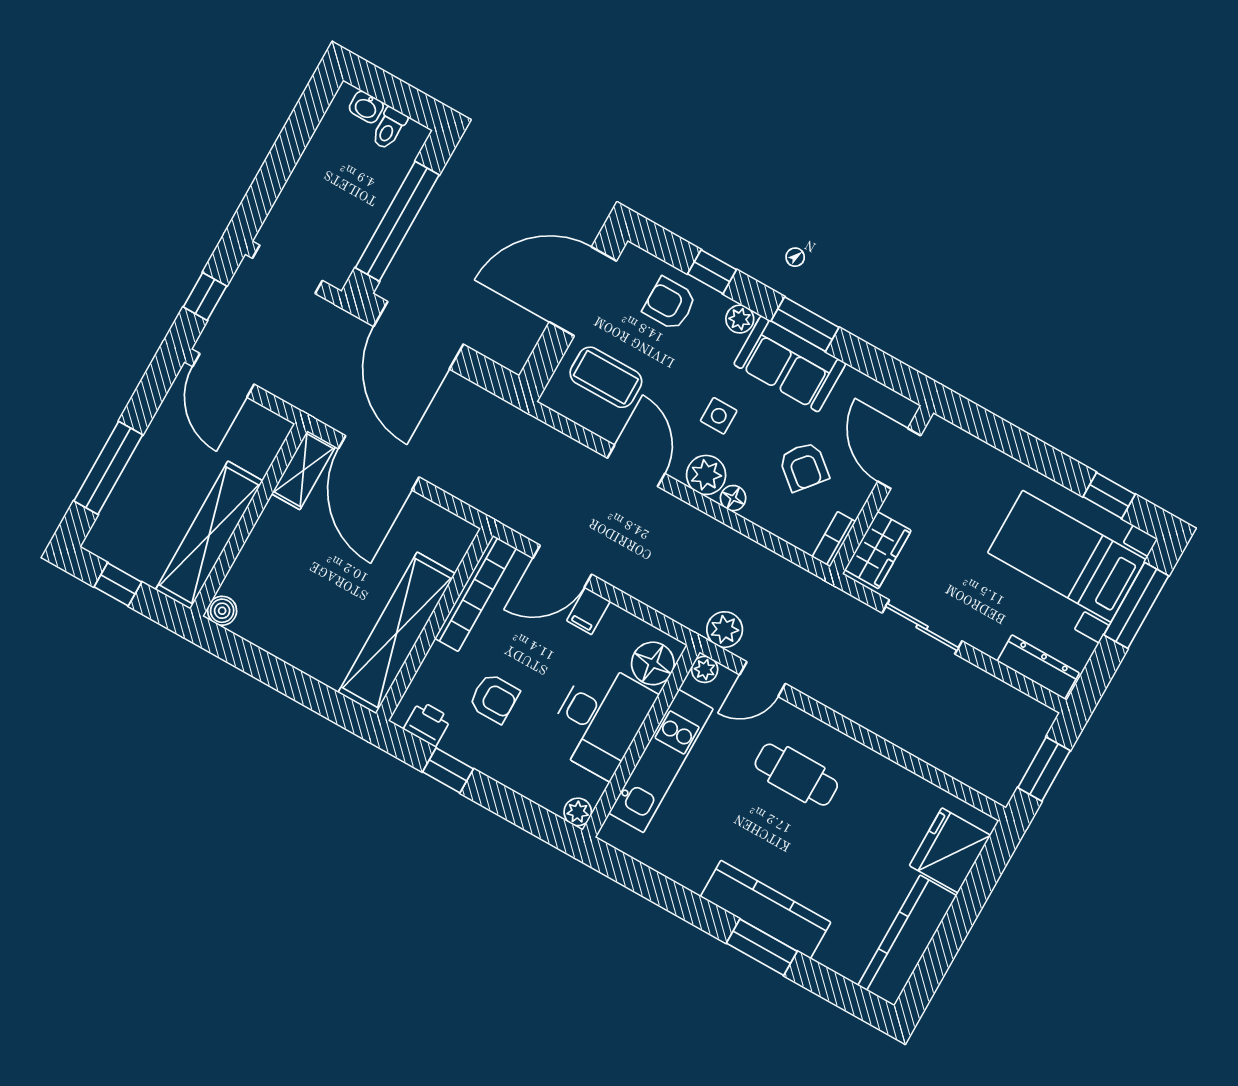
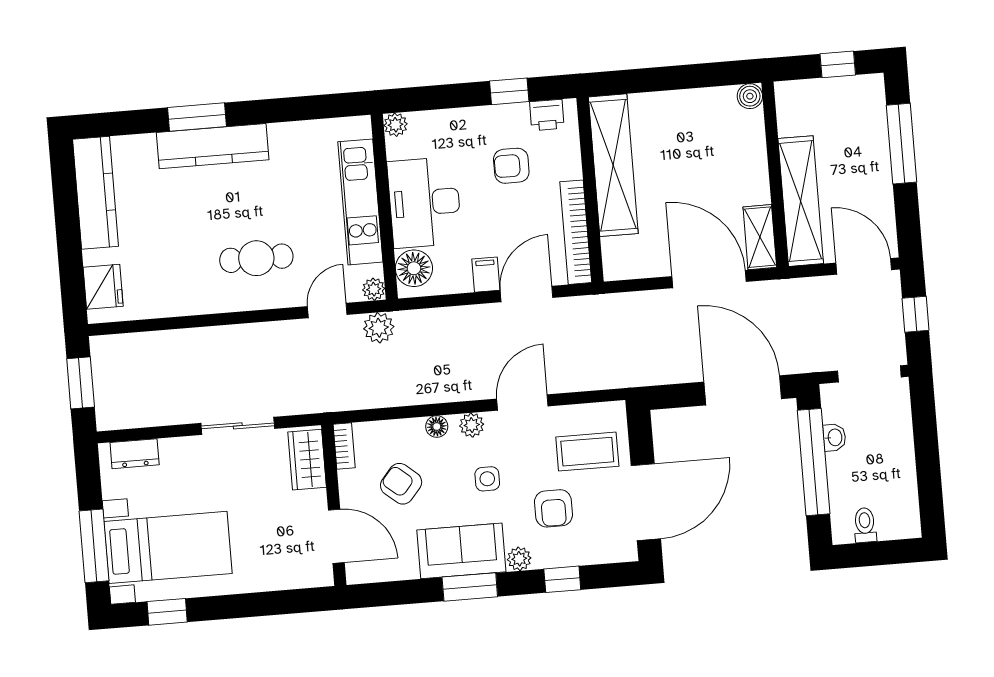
washbasin: (366, 107) -> (834, 437), moved, turned 90
armchair: (670, 304) -> (553, 508), moved, turned 90
door: (636, 466) -> (522, 402), swing flipped
plant: (706, 475) -> (472, 425), width x0.73, depth x0.73
shelving: (209, 535) -> (801, 201), moved
dresser: (1038, 667) -> (135, 454), width x0.70
fridge: (950, 850) -> (103, 287), width x0.73, depth x0.75

